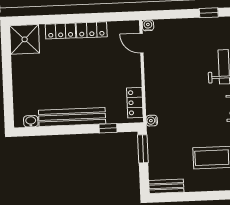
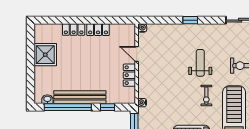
shower: (25, 39) -> (45, 55), moved
door: (142, 43) -> (137, 54), moved
locker: (135, 103) -> (129, 75), moved
window: (57, 130) -> (68, 107), added

